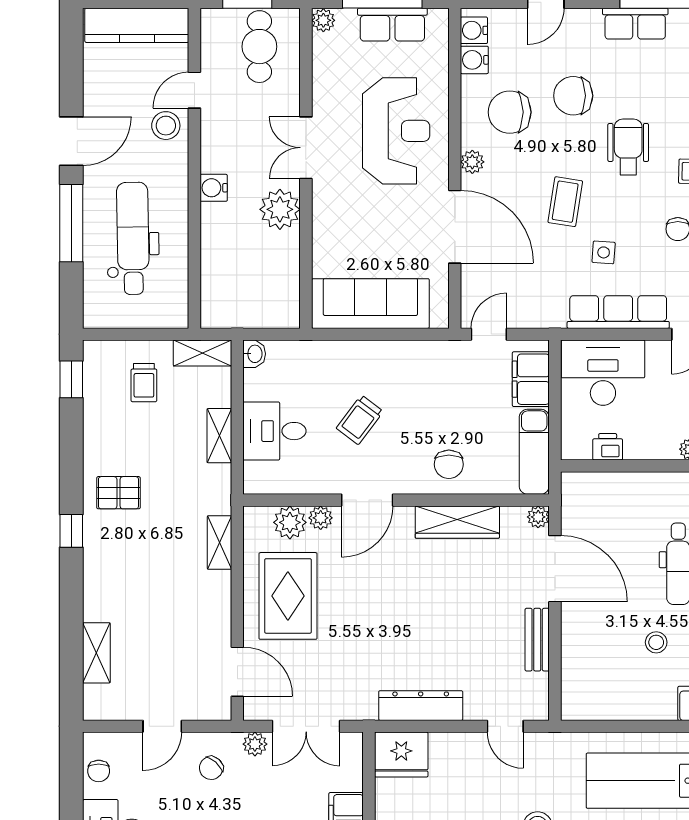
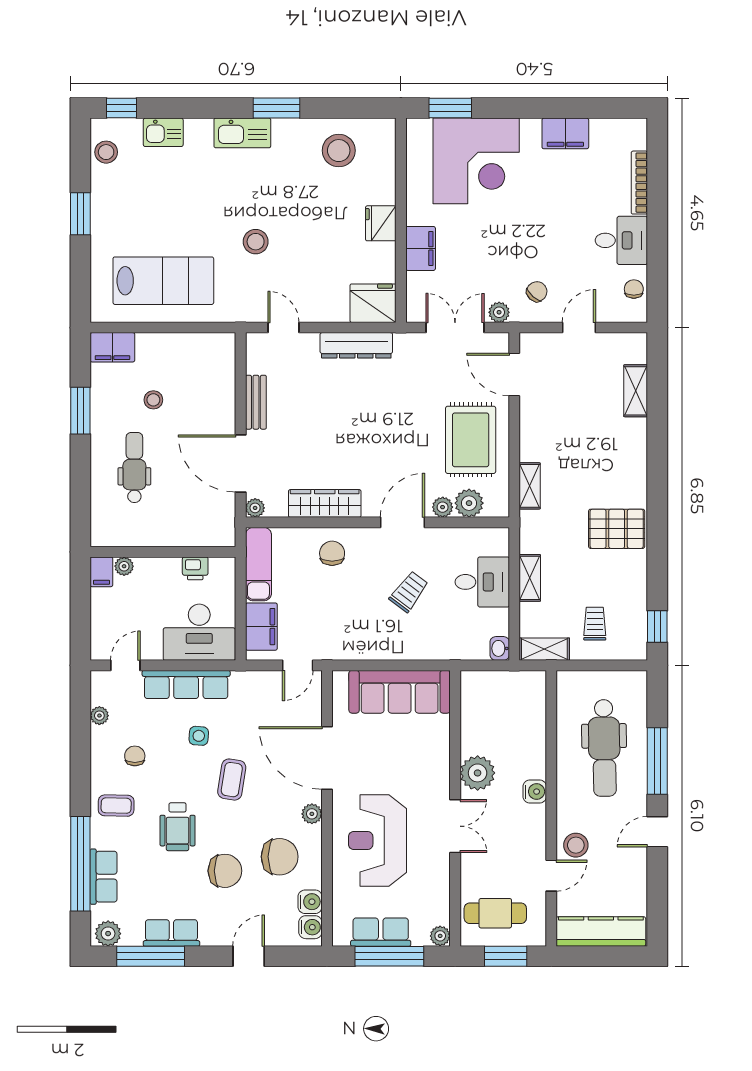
cafe table: (259, 47) -> (495, 913), turned 90
door: (71, 141) -> (657, 832), width x0.73
pallet: (118, 493) -> (617, 529), width x1.50, depth x1.42
window: (71, 531) -> (657, 496), removed

